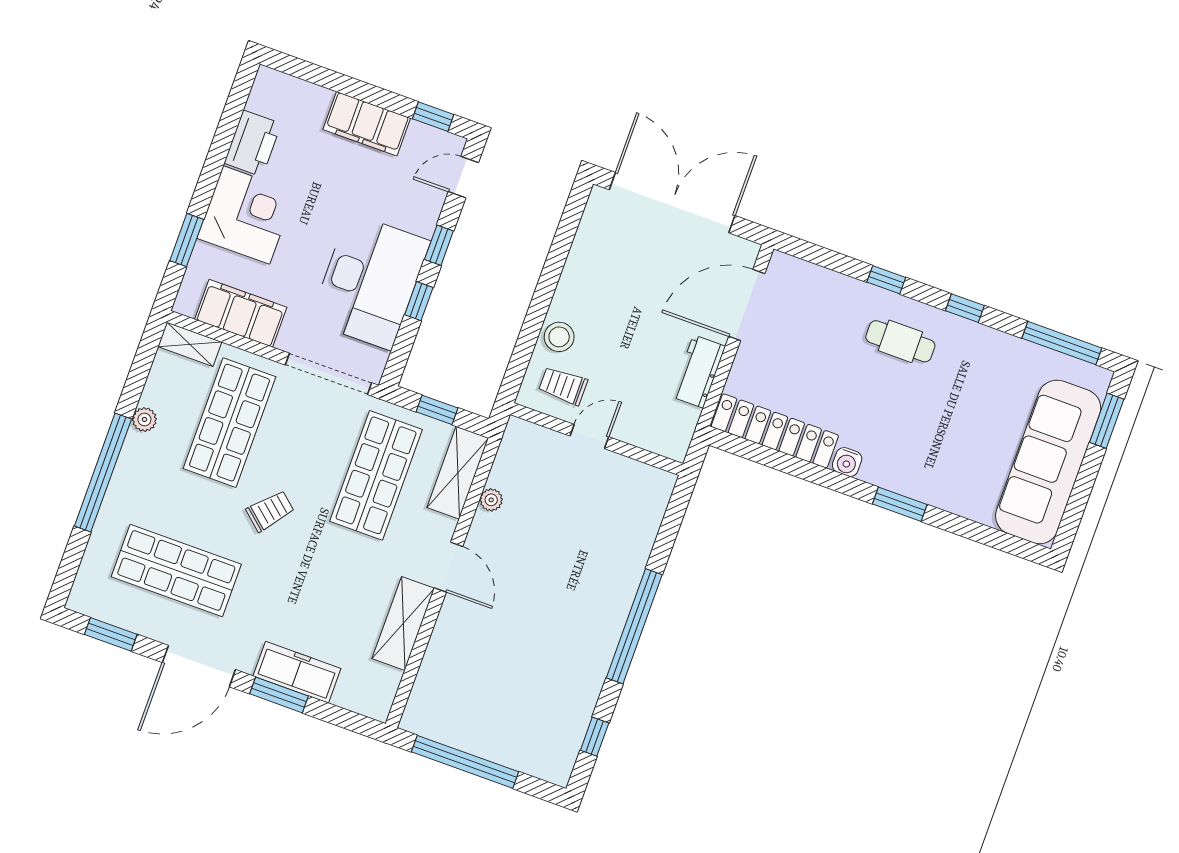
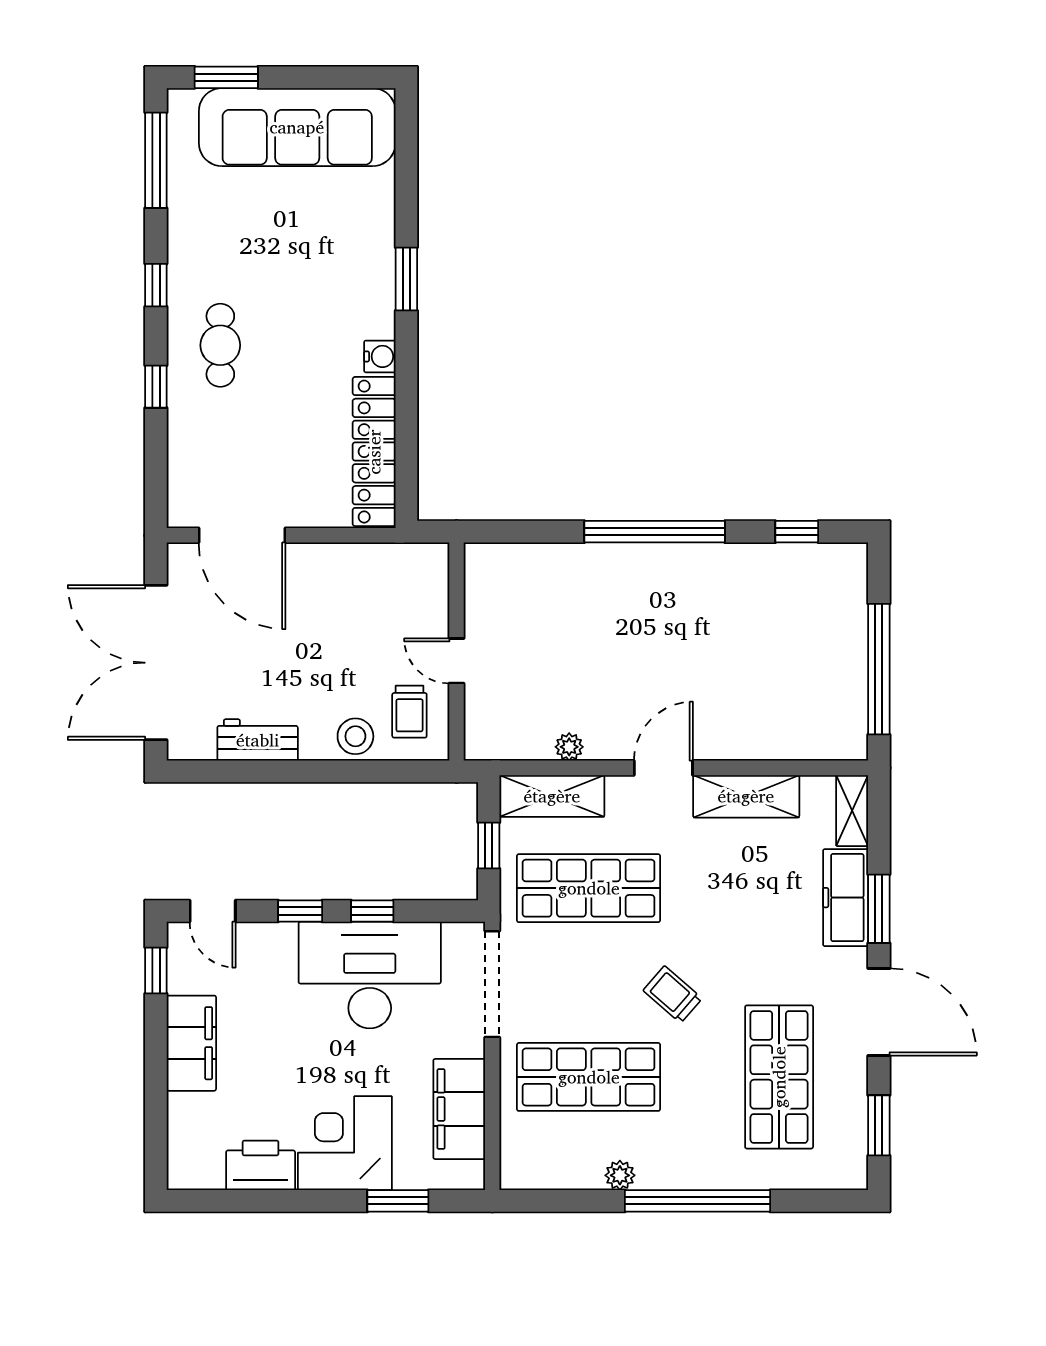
shelving: (190, 344) -> (852, 811), moved
workbench: (698, 371) -> (258, 740), moved, turned 180

